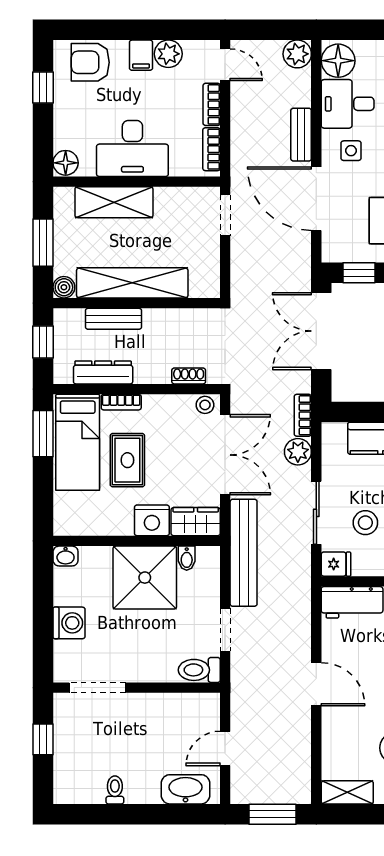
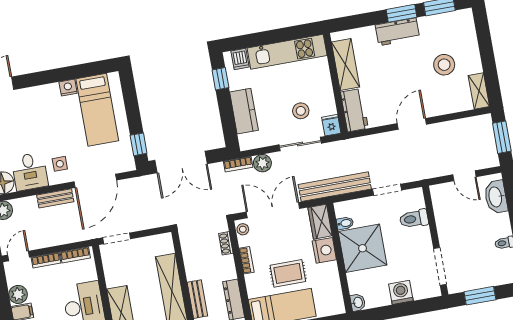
bookcase: (121, 402) -> (247, 260), moved
toilet: (199, 670) -> (414, 219), moved, turned 90
window: (43, 739) -> (480, 296), width x1.50

